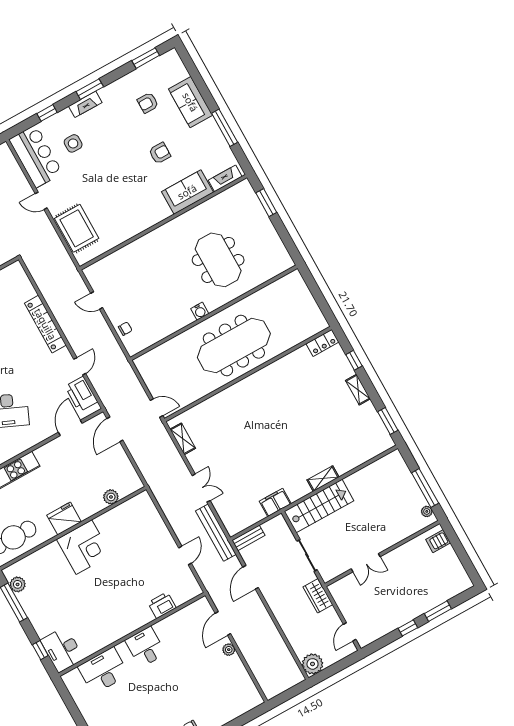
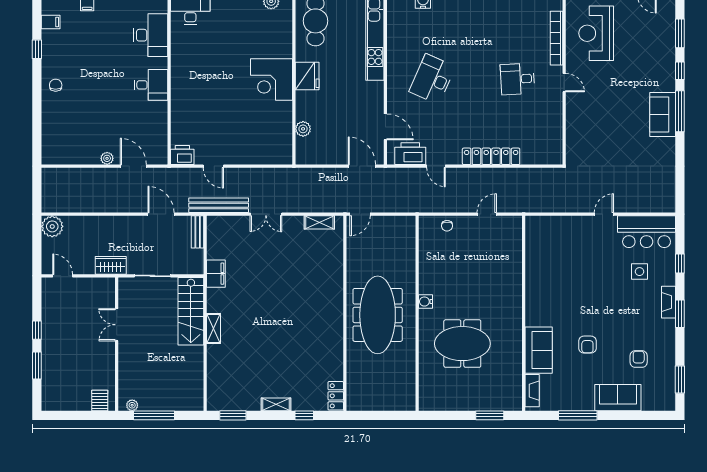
rug: (77, 228) -> (561, 232), removed
printer: (162, 605) -> (182, 155), moved, turned -90

